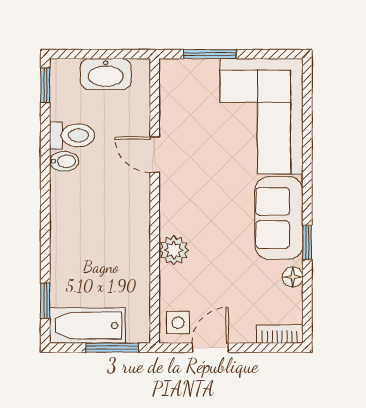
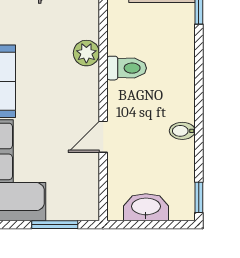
toilet: (72, 135) -> (127, 68), moved, turned 180
door: (155, 155) -> (103, 137), swing flipped

